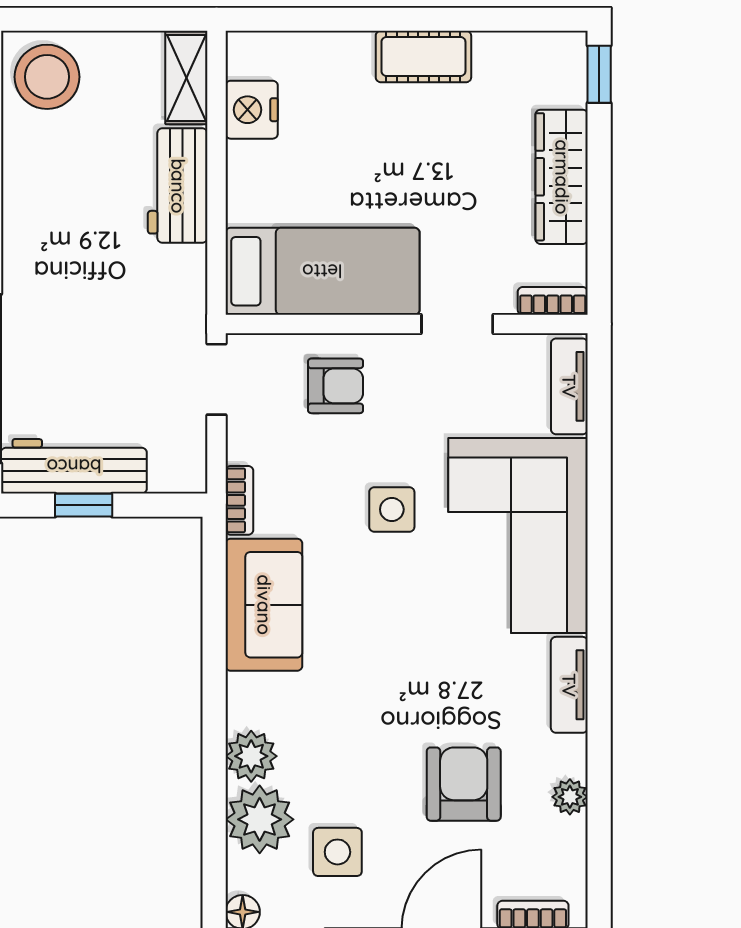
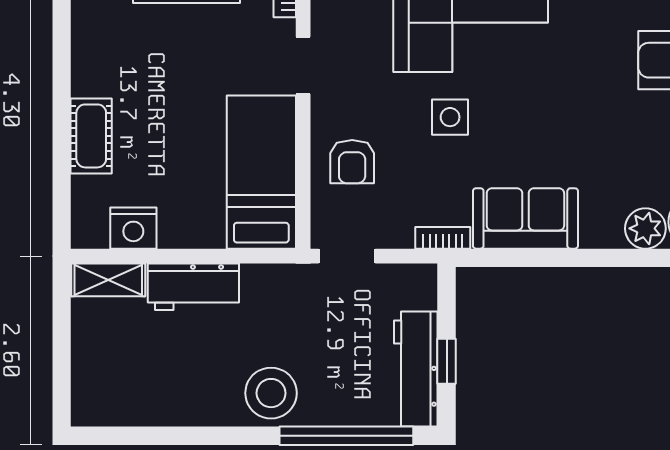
cot: (423, 57) -> (91, 136), moved
stool: (47, 77) -> (271, 393), moved
armchair: (336, 386) -> (352, 162), turned 180

